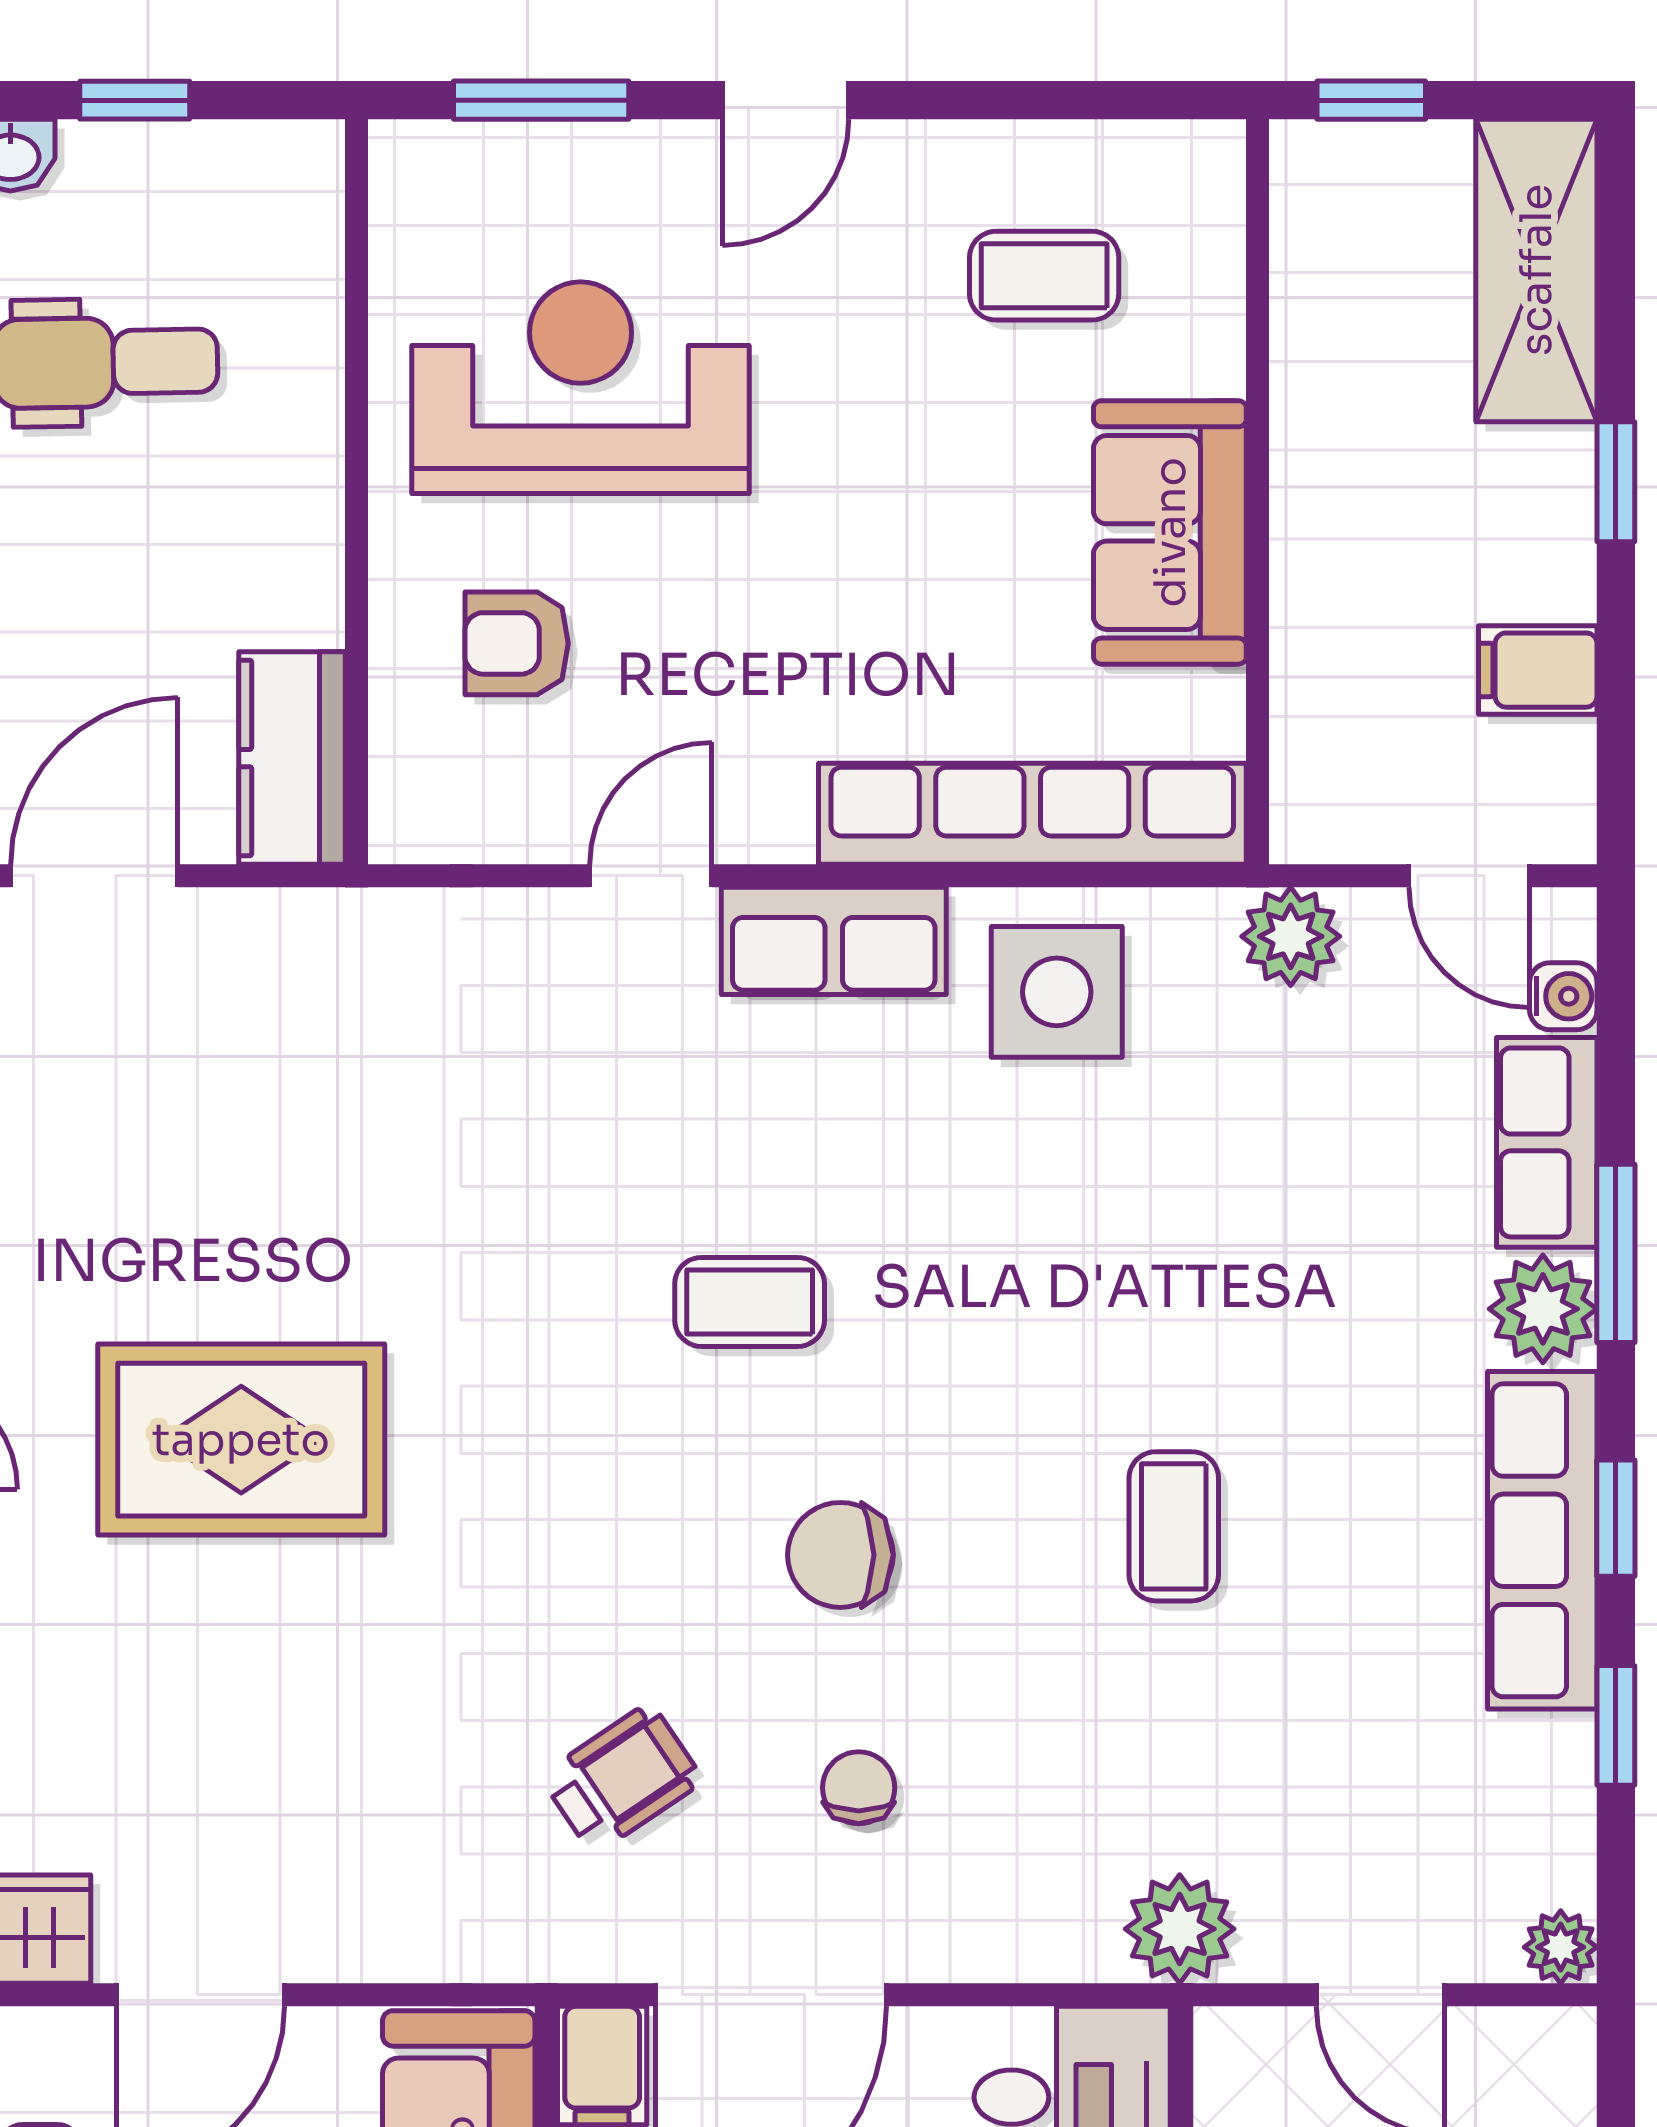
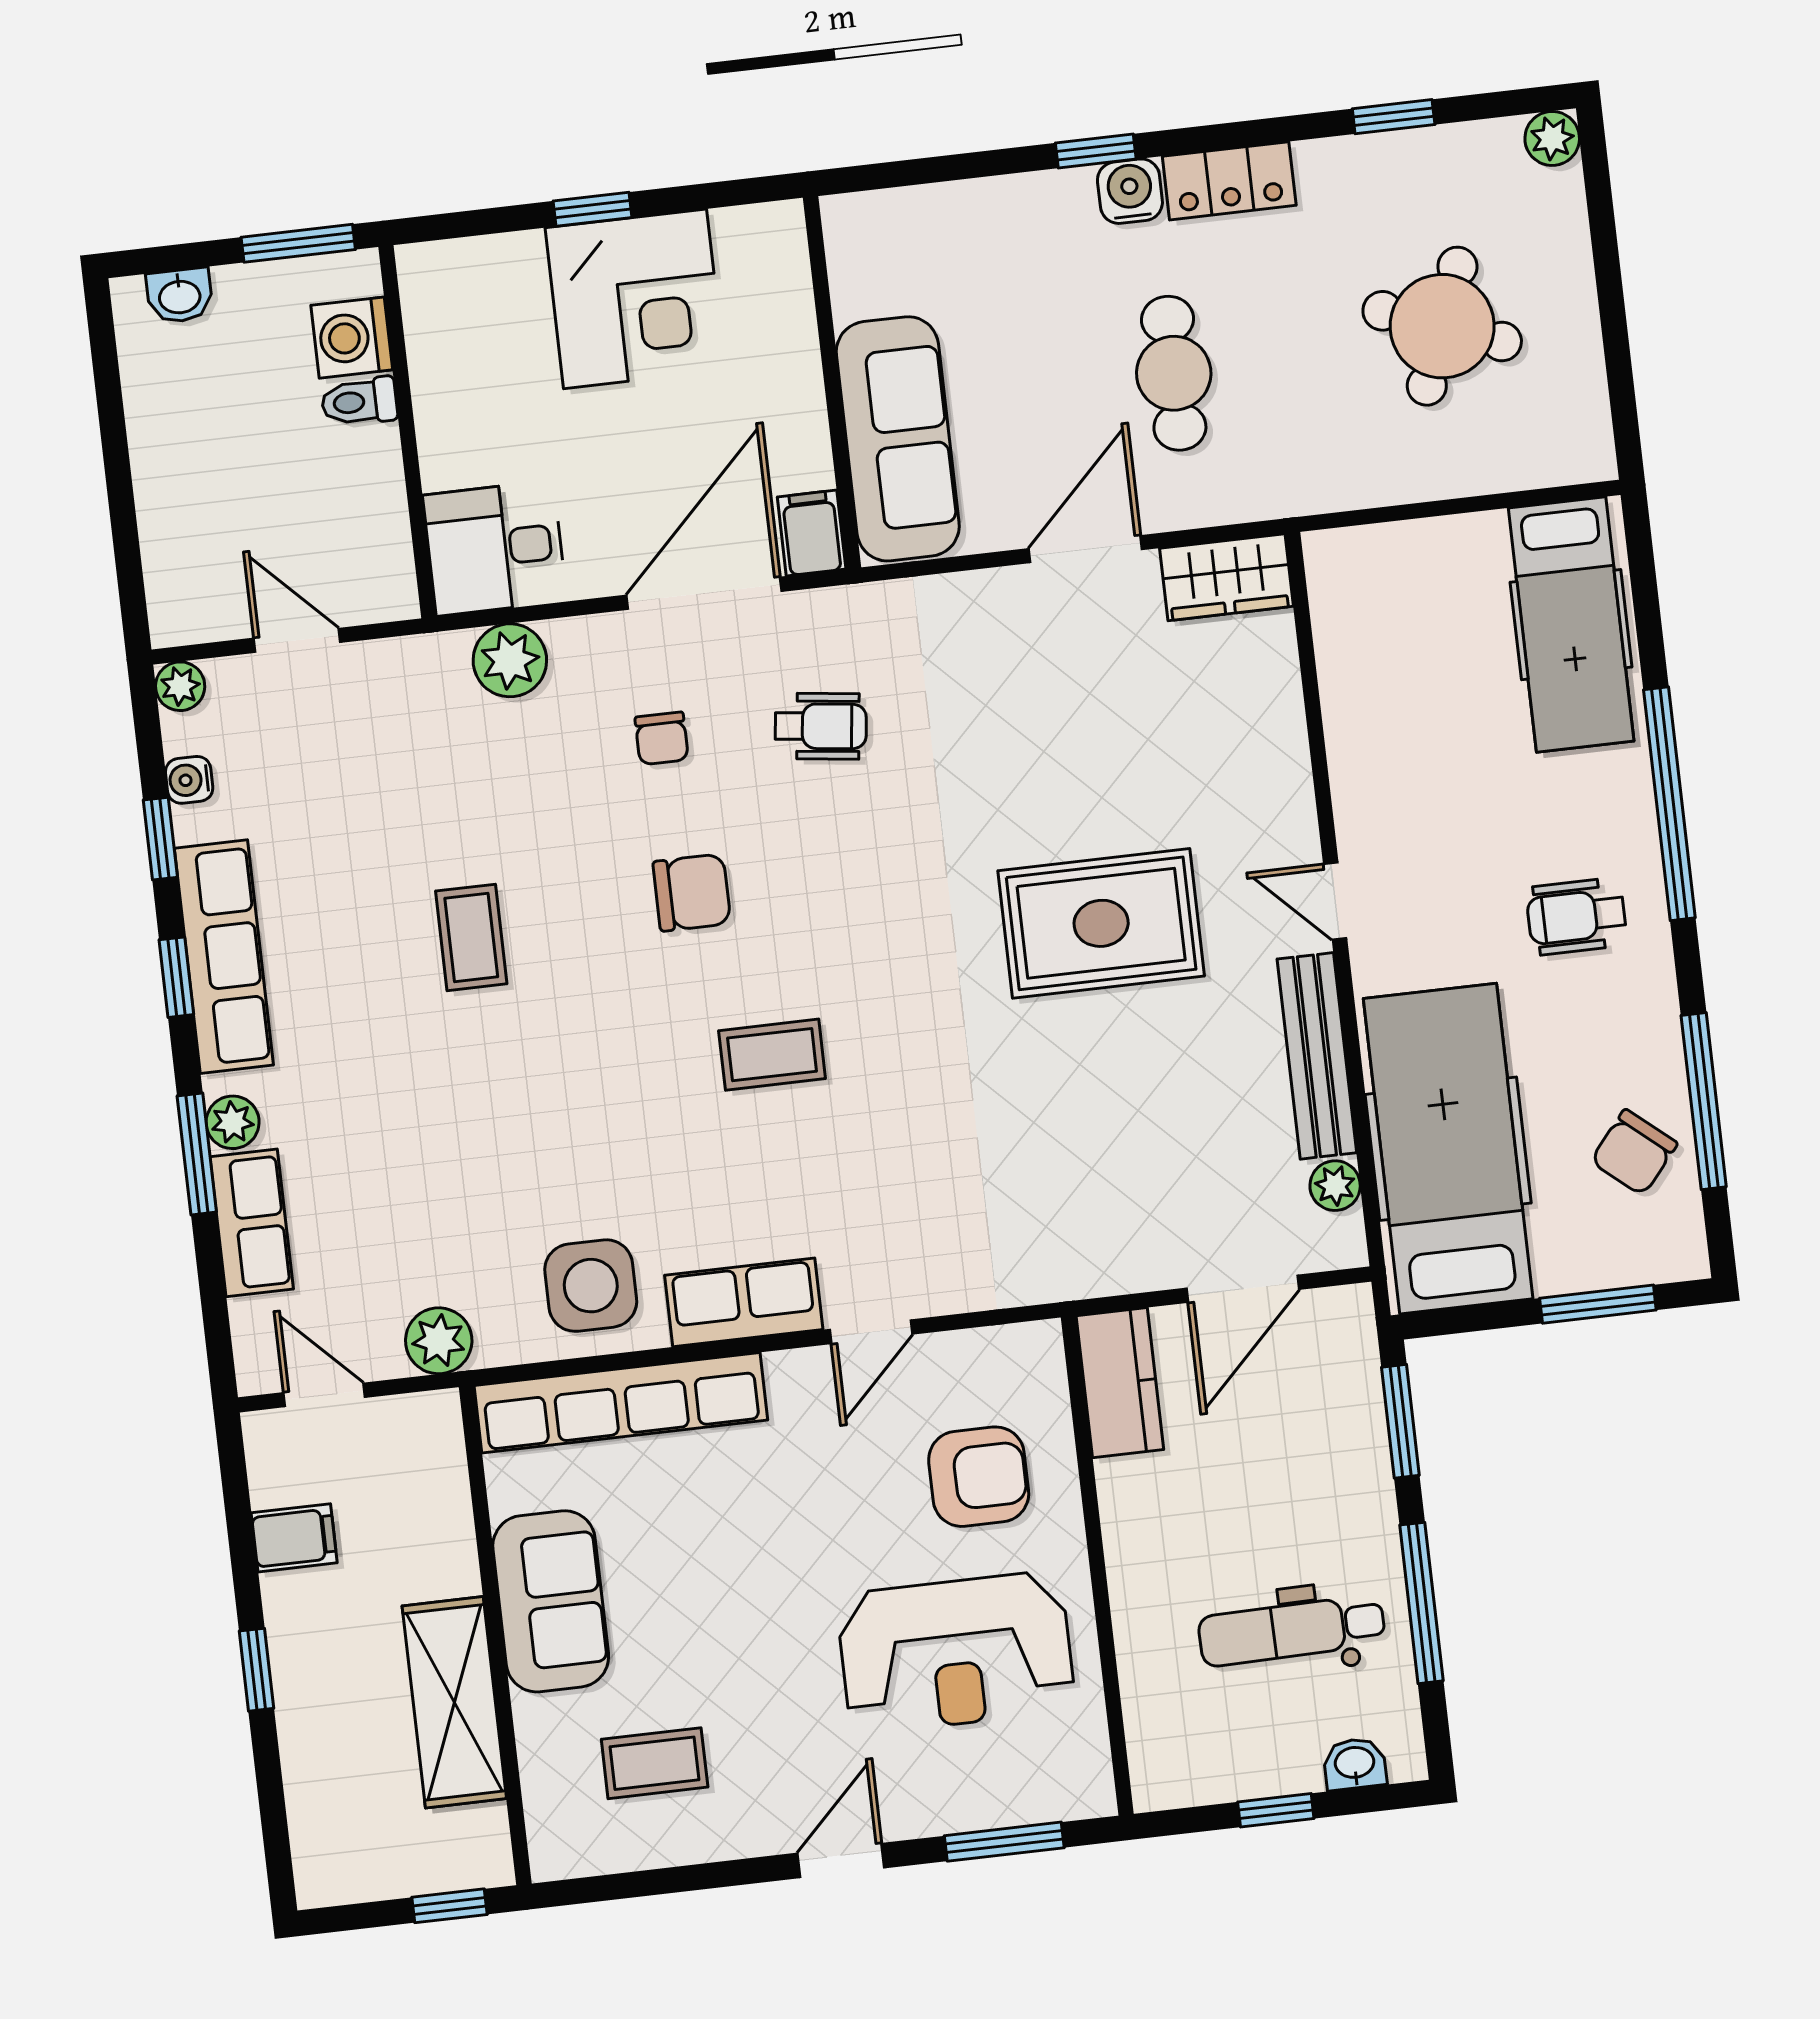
shelving: (1536, 270) -> (454, 1702), moved
armchair: (517, 643) -> (979, 1477), width x1.38, depth x1.38
water cooler: (1563, 996) -> (189, 780), moved
plant: (1543, 1309) -> (233, 1122), width x0.73, depth x0.73
wheelchair: (622, 1779) -> (821, 726), turned -139
plant: (1180, 1929) -> (510, 660), moved

